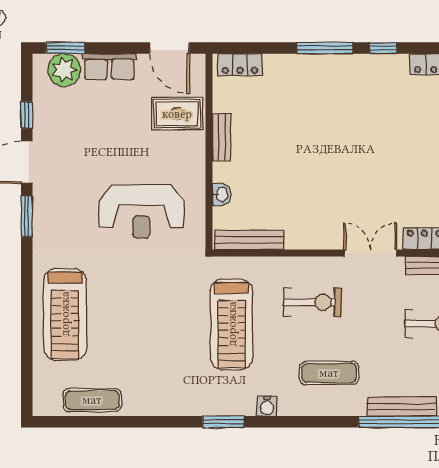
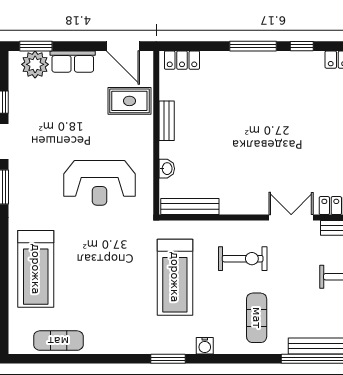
exercise mat: (329, 373) -> (257, 318), turned 90

